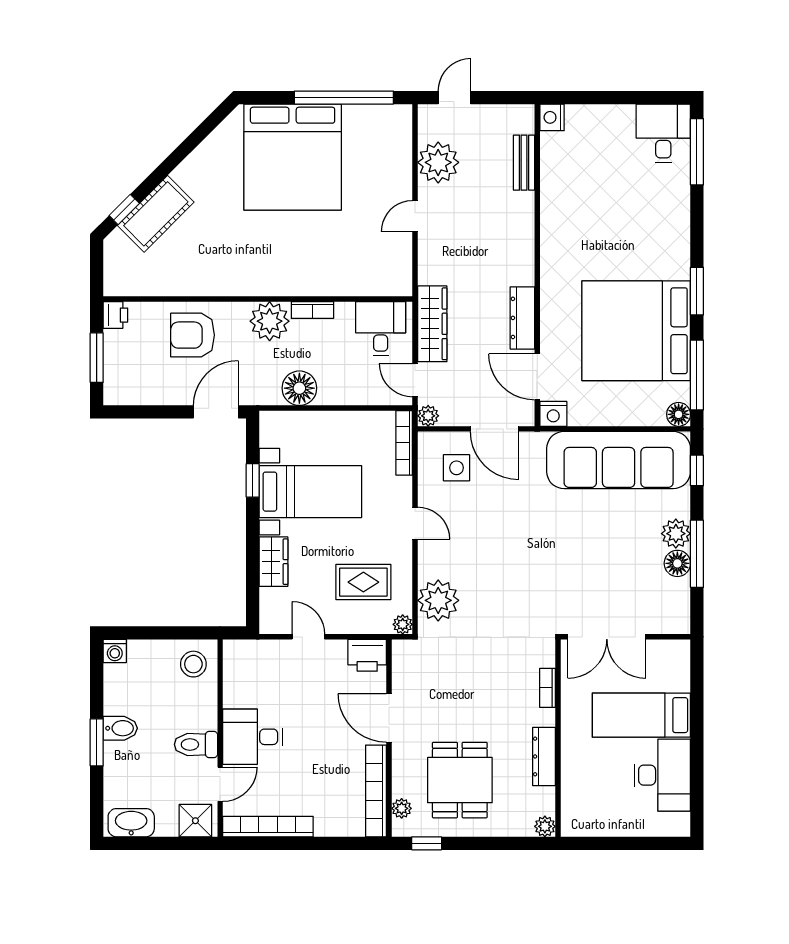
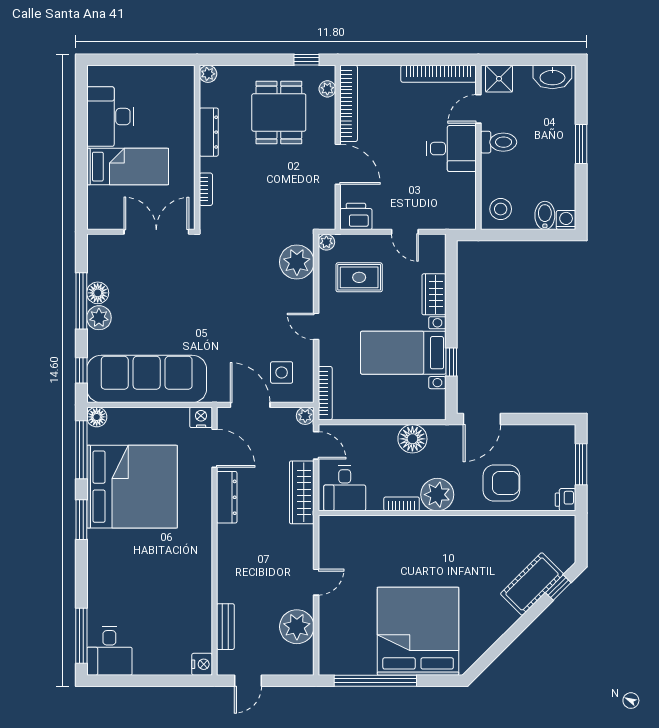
door: (454, 98) -> (248, 681), moved
bidet: (120, 728) -> (545, 215), moved, turned 90

